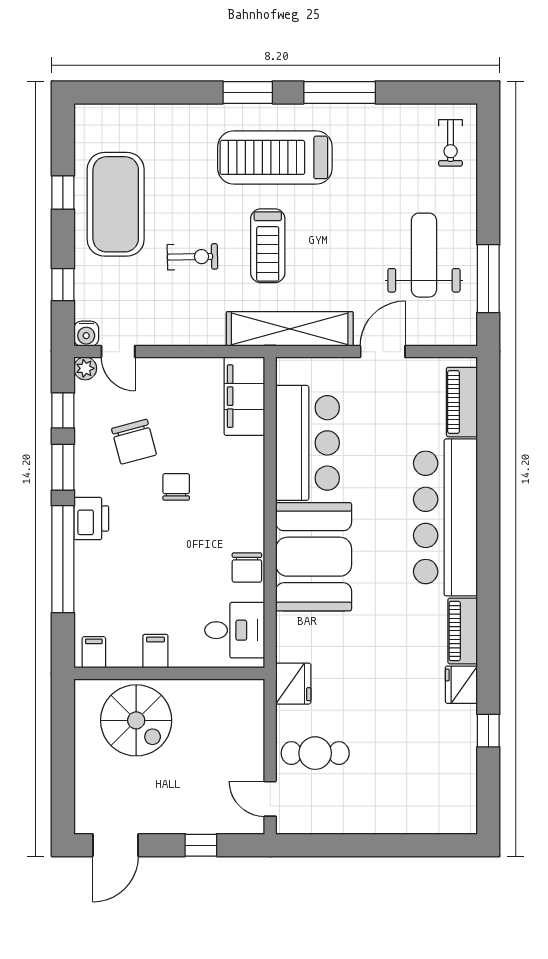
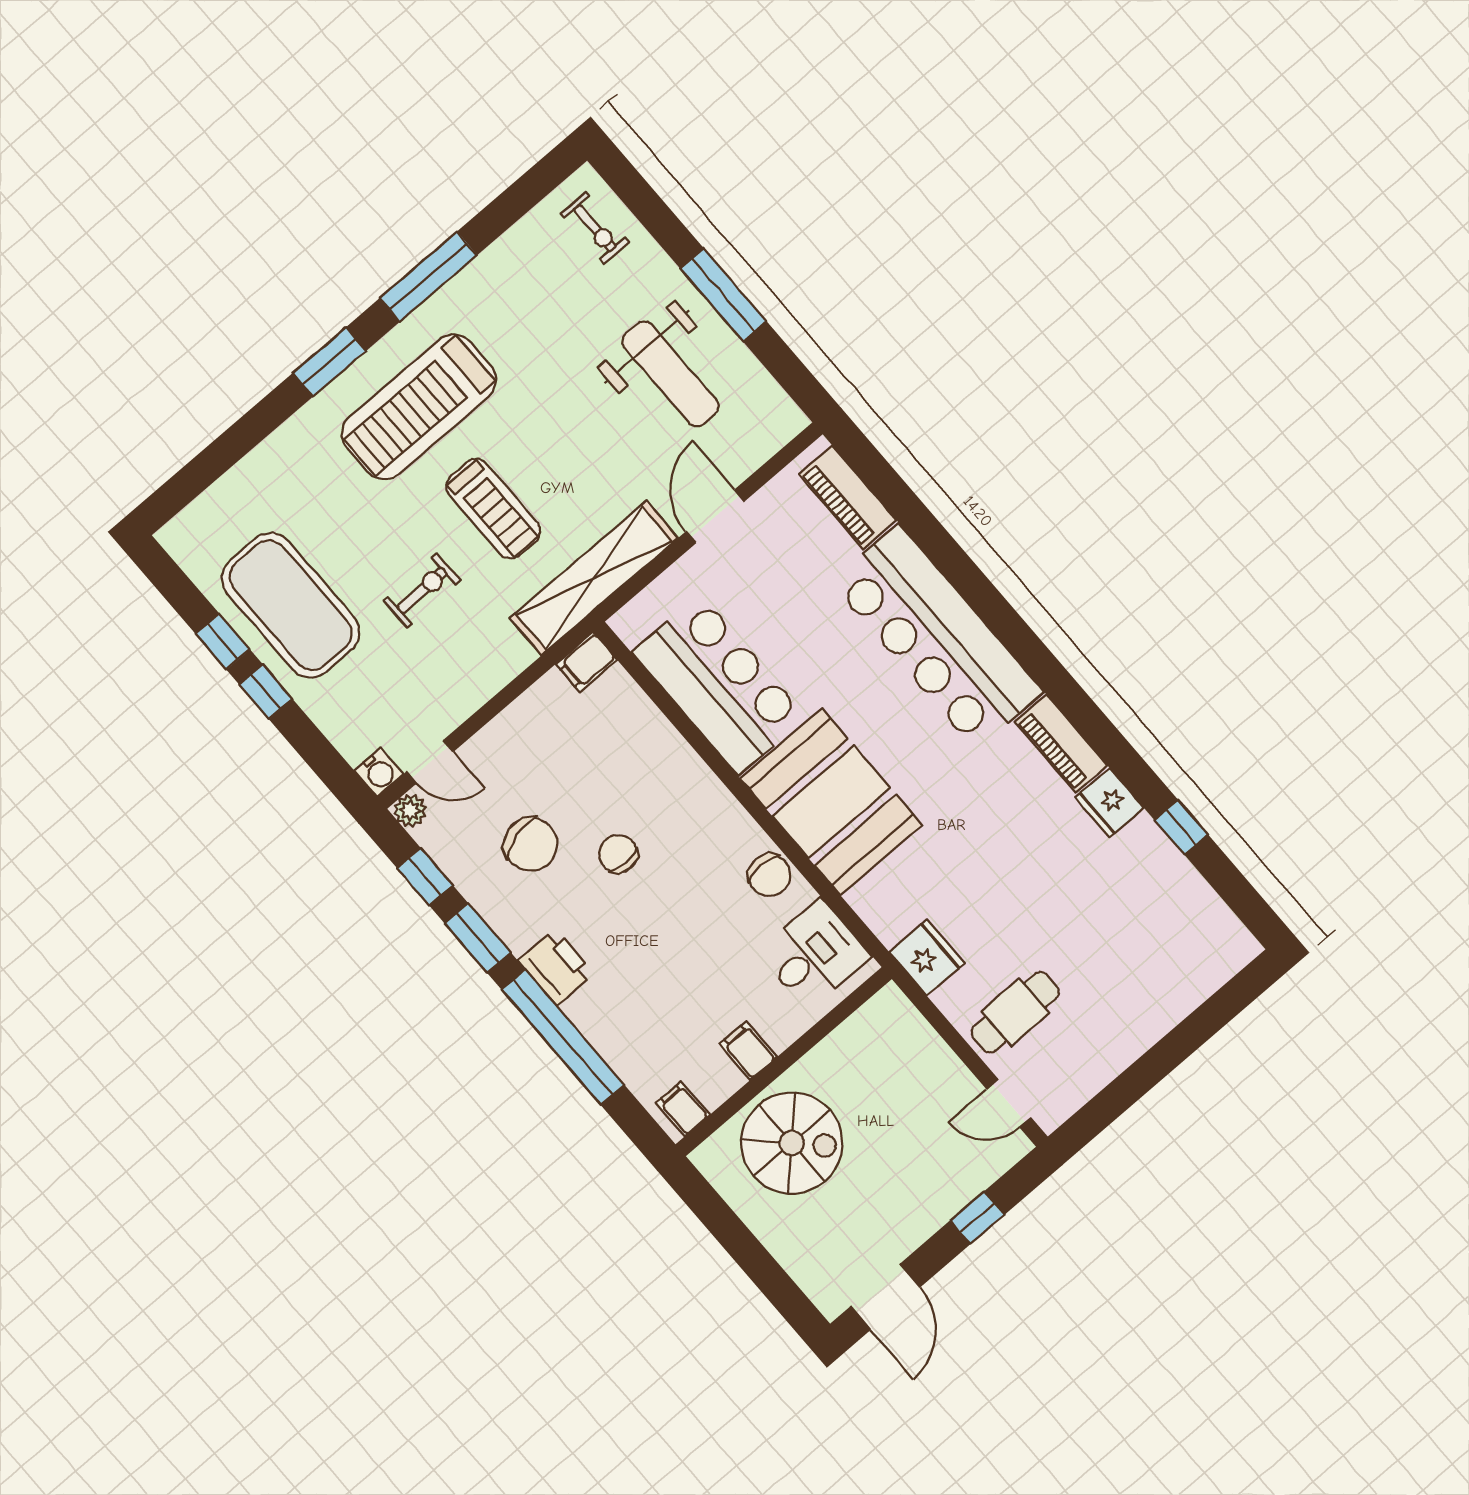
weight bench: (424, 255) -> (670, 374), turned 180
window: (488, 279) -> (723, 295), moved
window: (63, 285) -> (266, 692), moved
filing cabinet: (244, 396) -> (586, 662), width x0.33, depth x0.86

